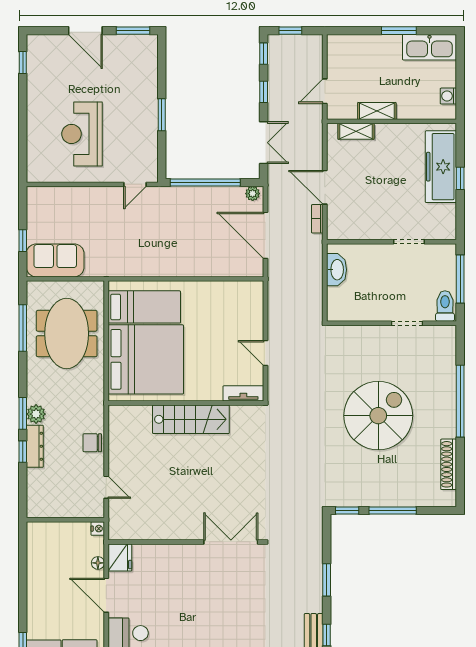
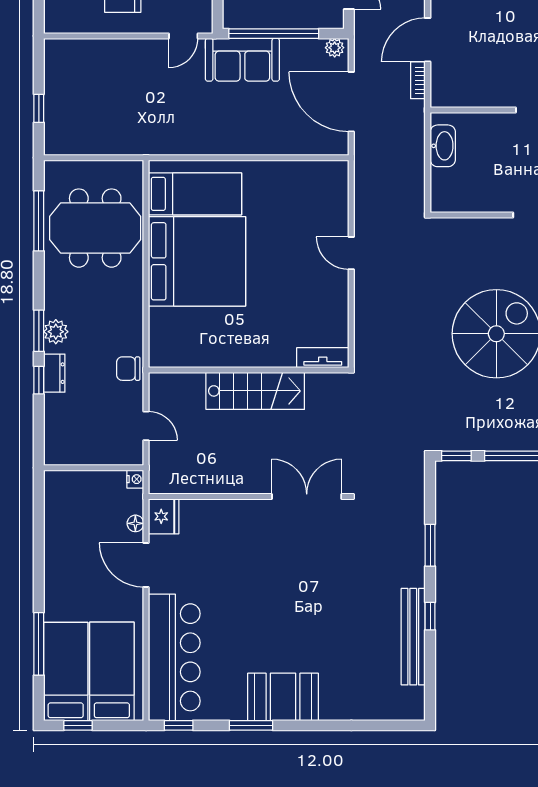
door: (325, 187) -> (428, 40), hinge flipped
sofa: (55, 260) -> (242, 60), moved, turned 180
meeting table: (67, 334) -> (95, 228), turned 90
tv unit: (243, 393) -> (323, 358), moved
wall: (186, 403) -> (249, 370), moved
stairs: (191, 419) -> (255, 391), moved
dresser: (35, 446) -> (54, 373), width x0.70

